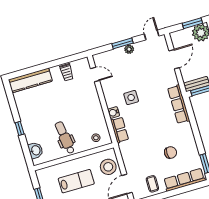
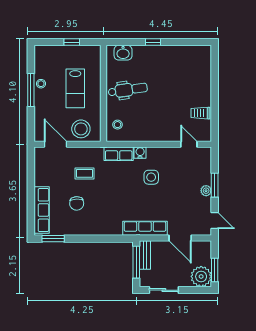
door: (95, 74) -> (189, 144), swing flipped
kitchen counter: (30, 80) -> (203, 70), removed
row of seats: (179, 104) -> (145, 228), moved
coffee table: (152, 184) -> (84, 173), moved

